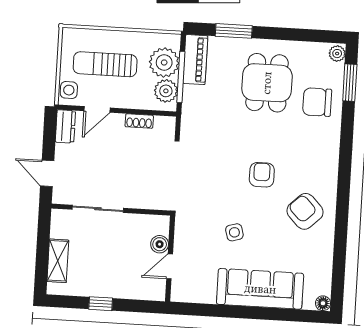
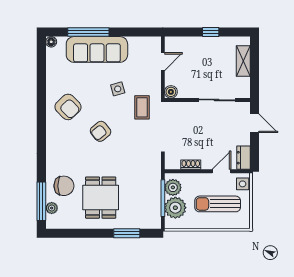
plant: (337, 54) -> (52, 208), moved
piano: (195, 60) -> (153, 211), removed
sun lounger: (105, 64) -> (218, 204), turned 180
window: (350, 83) -> (41, 201), width x1.44
armchair: (262, 175) -> (101, 131), turned 51
coffee table: (202, 205) -> (142, 107), added
boiler: (160, 244) -> (171, 92), moved
window: (270, 314) -> (88, 32), added

